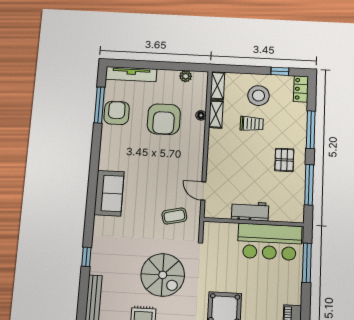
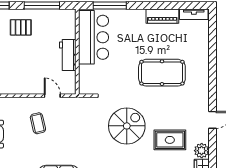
door: (203, 191) -> (52, 96), swing flipped
coffee table: (174, 216) -> (38, 123), moved

